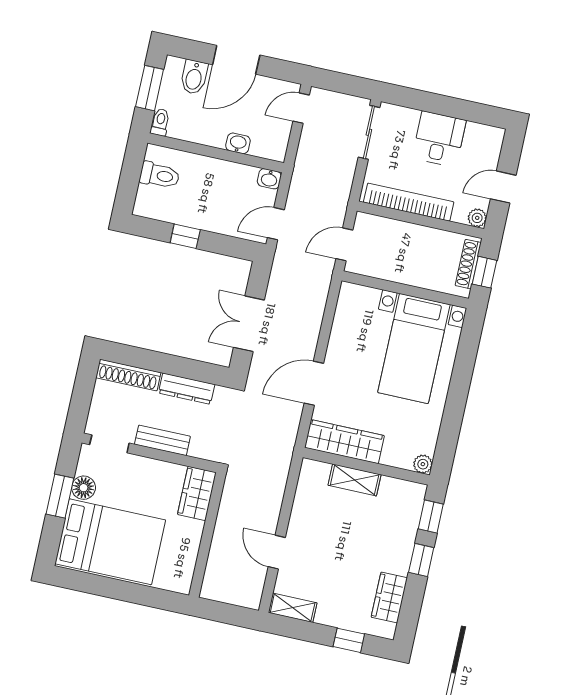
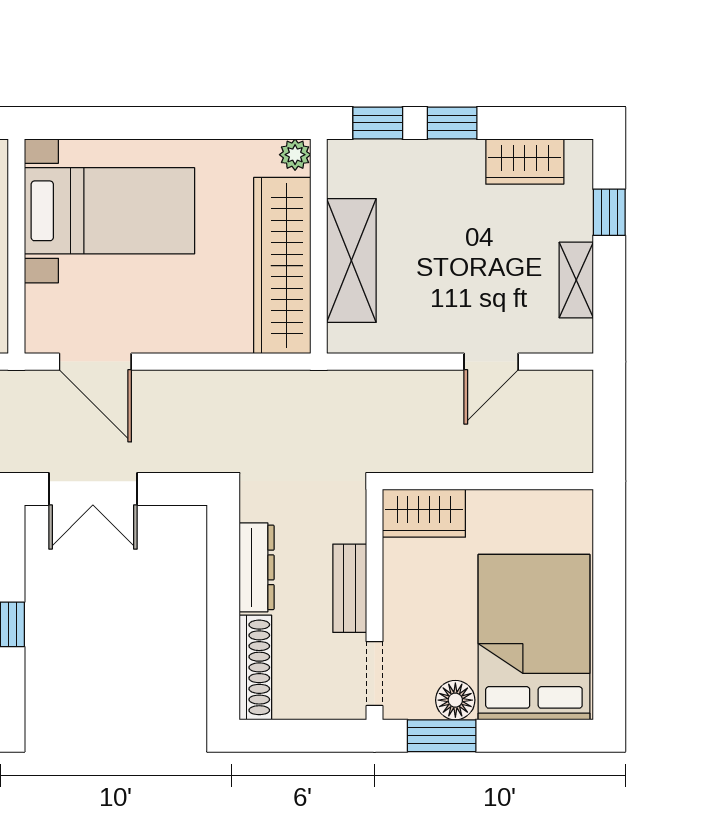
double door: (249, 324) -> (93, 489), moved
door: (314, 383) -> (95, 362), moved
wardrobe: (344, 442) -> (282, 266), width x1.40, depth x1.17
shelving: (355, 480) -> (351, 260), width x1.50, depth x1.33
window: (60, 496) -> (442, 736), moved
shelving: (293, 608) -> (576, 280), moved

